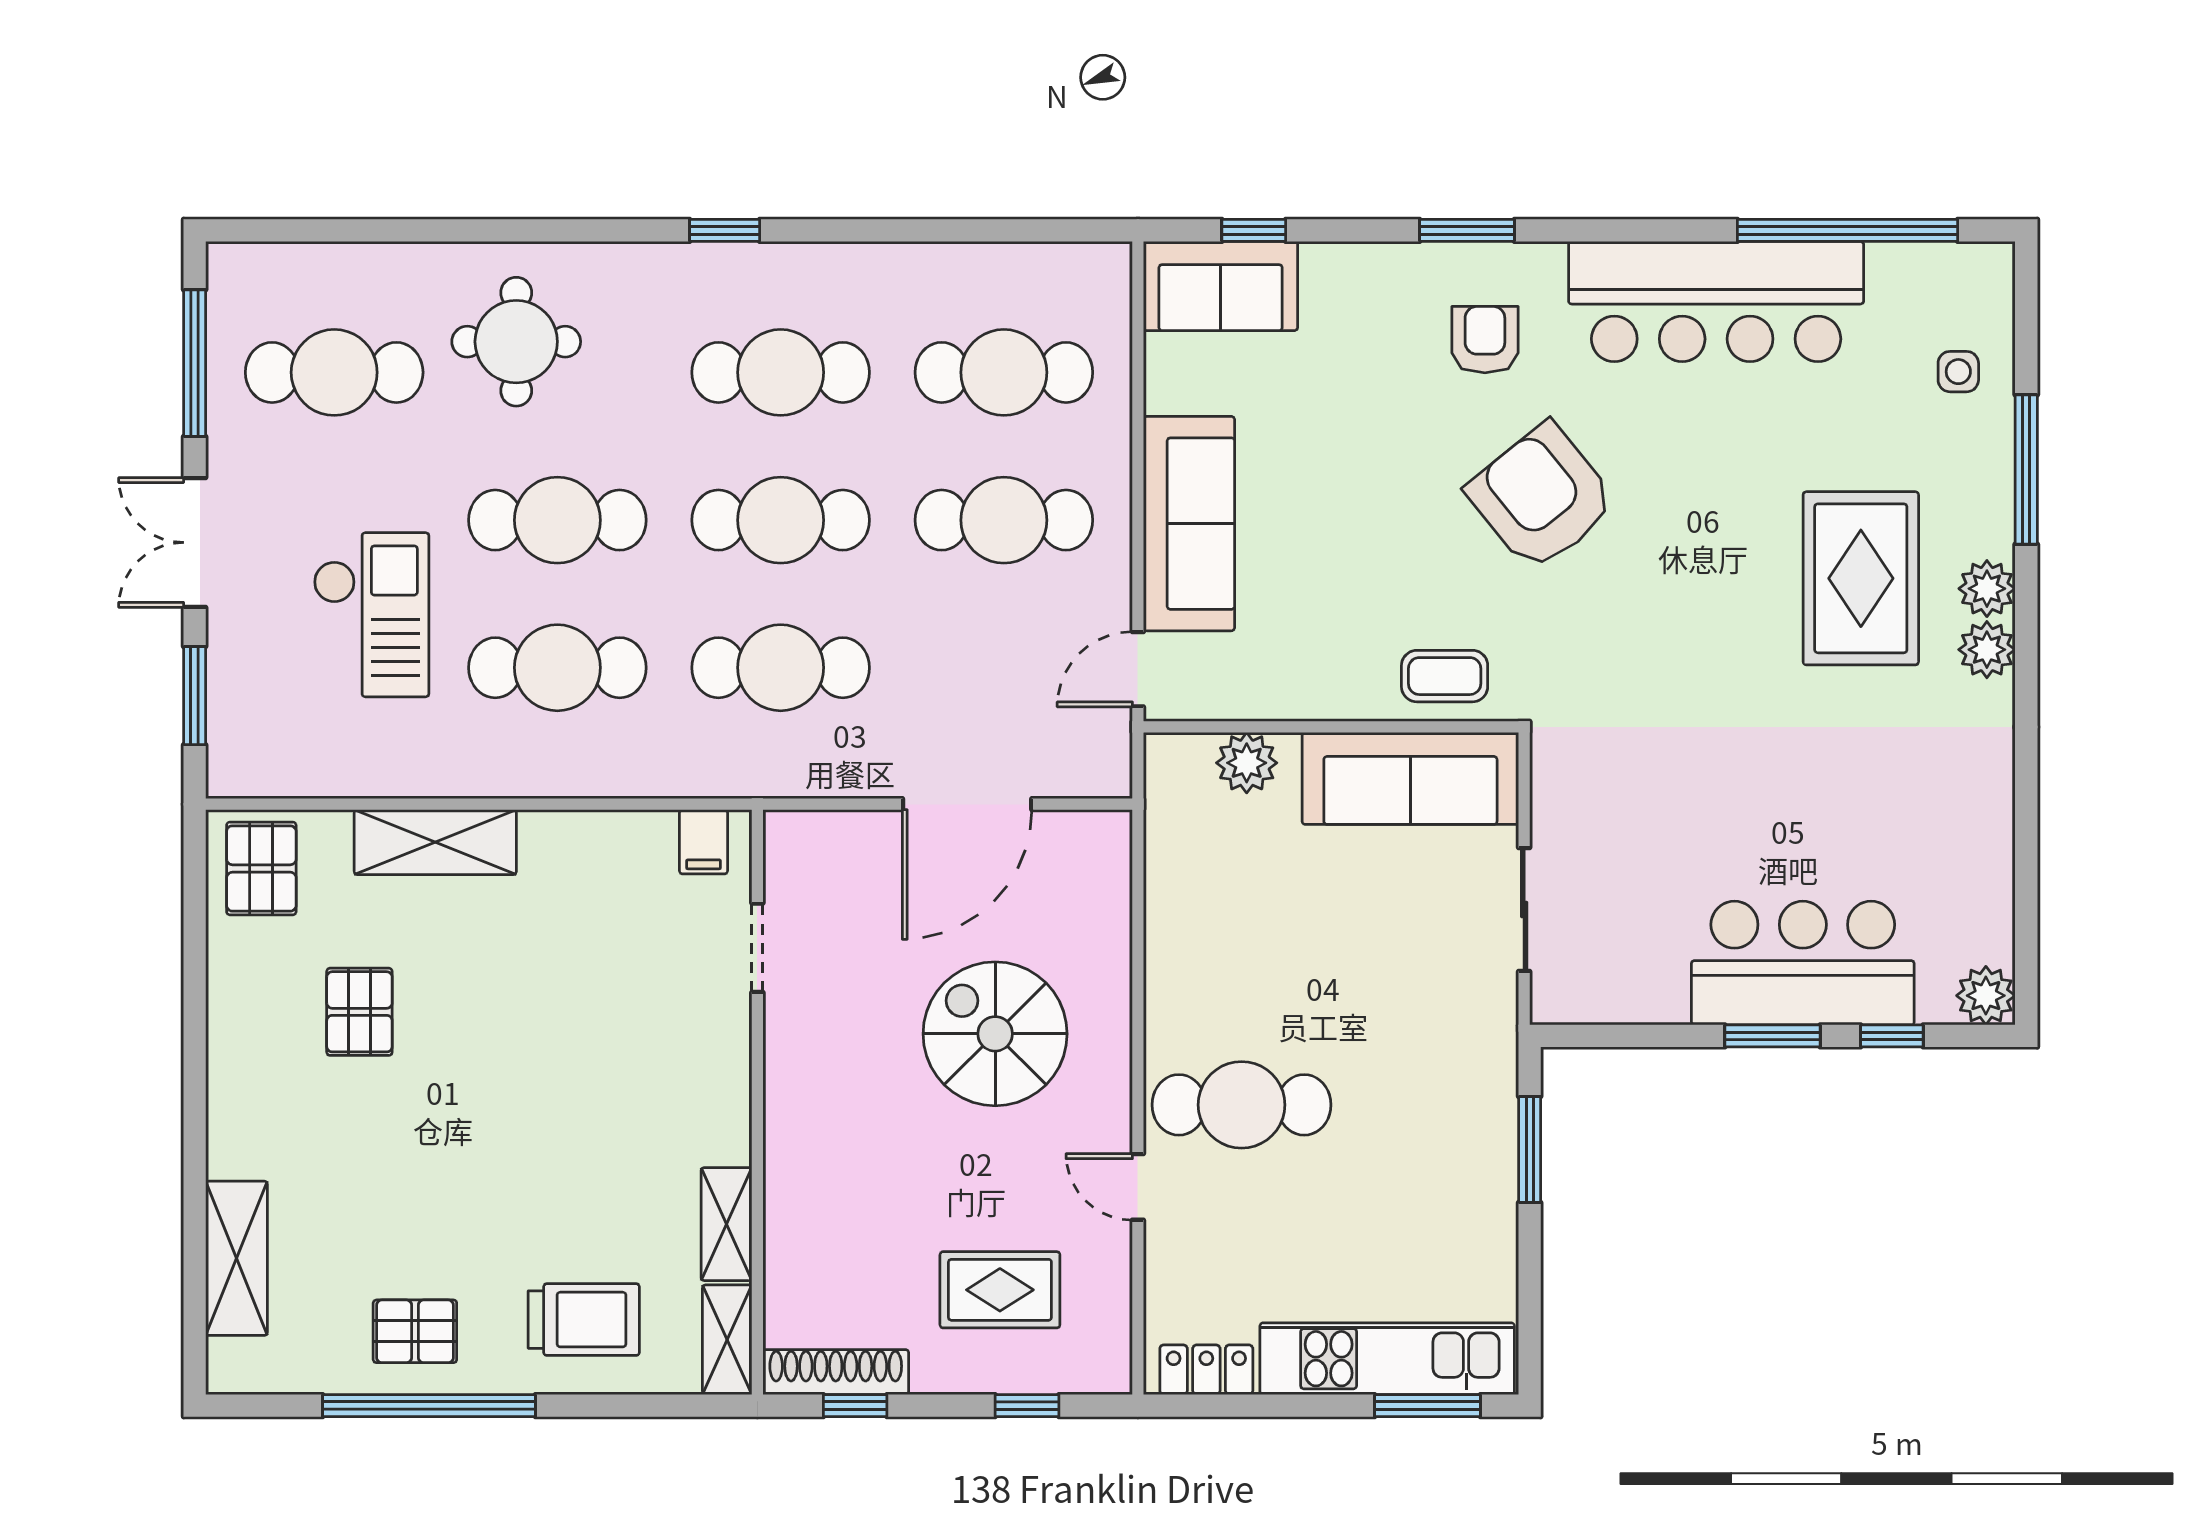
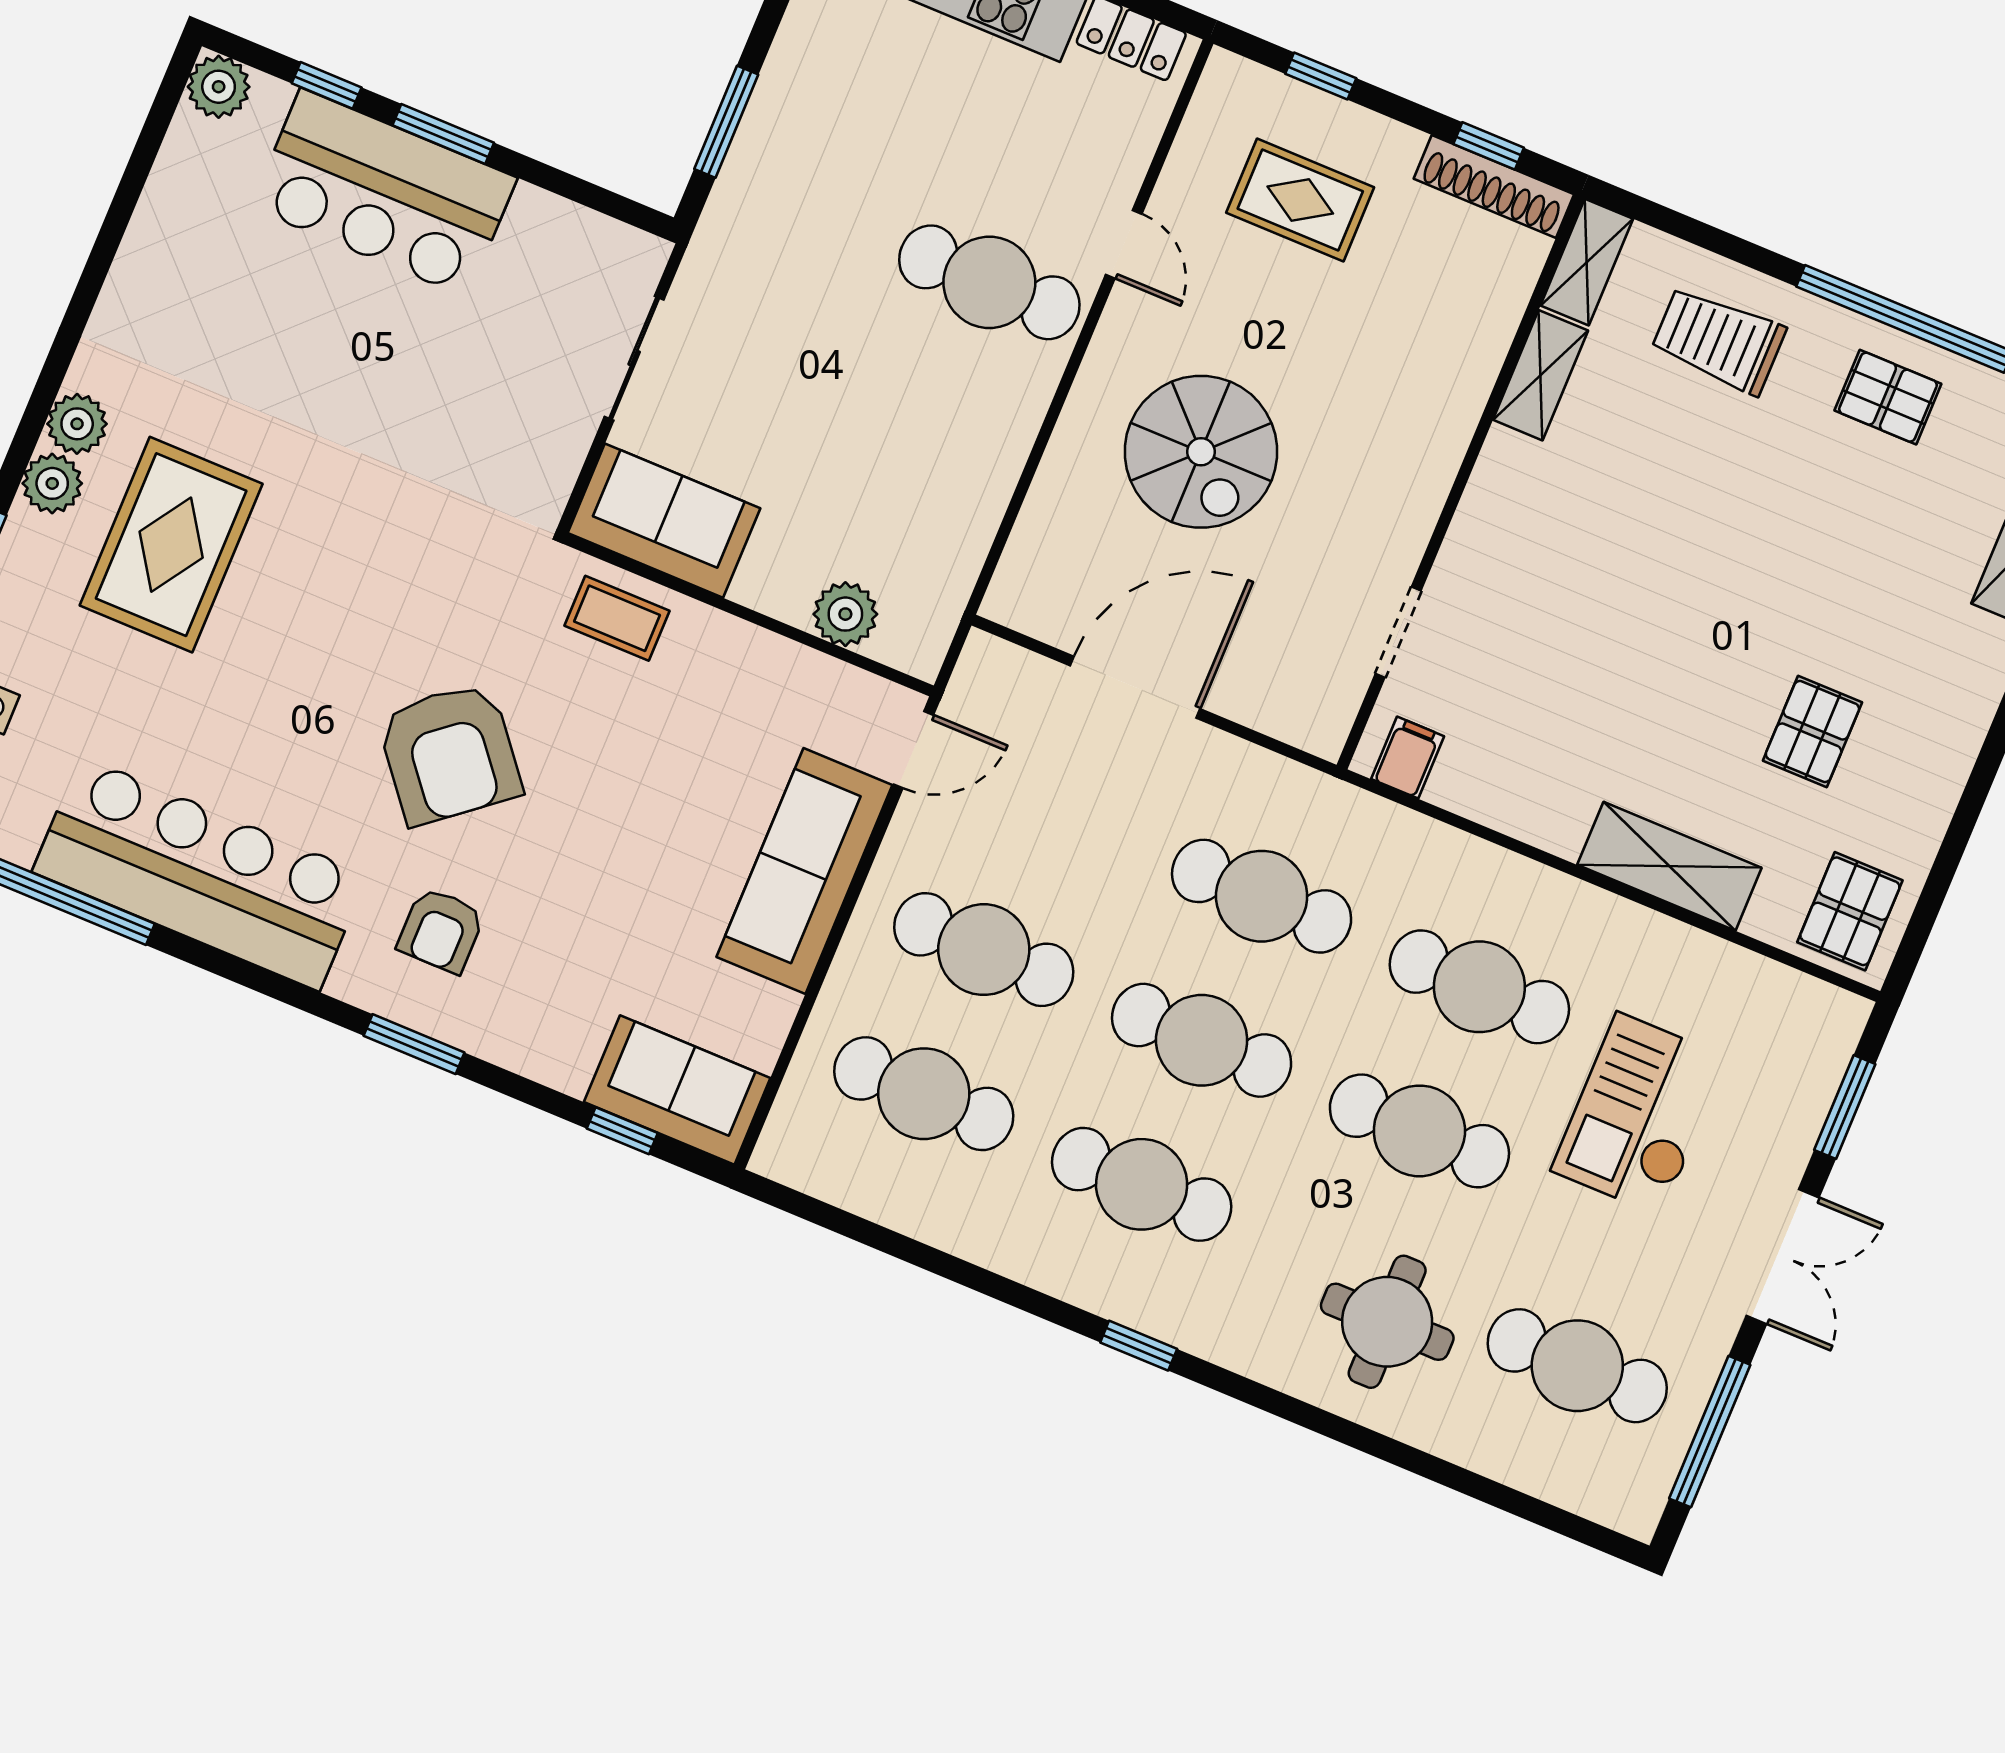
sofa: (1410, 778) -> (664, 521), width x0.73

